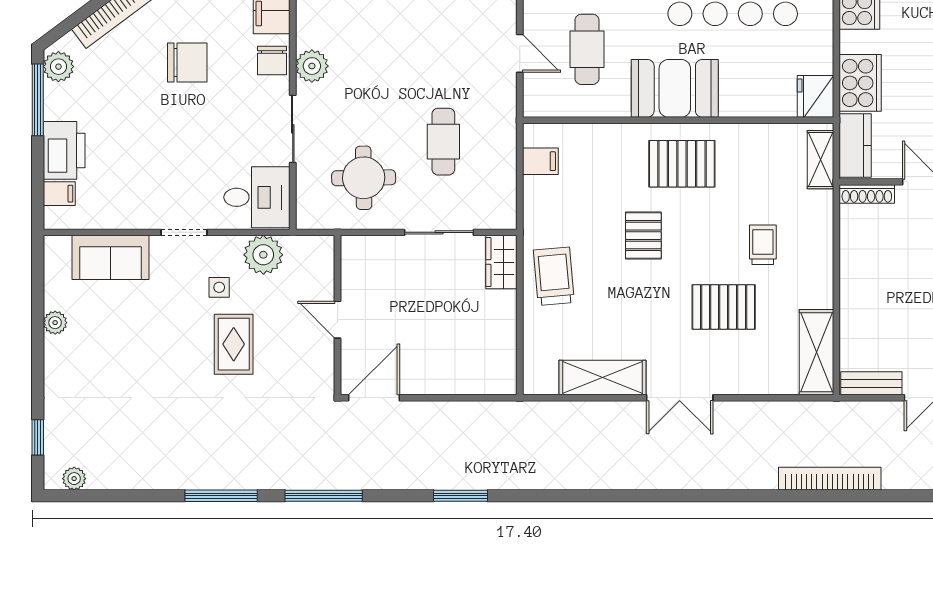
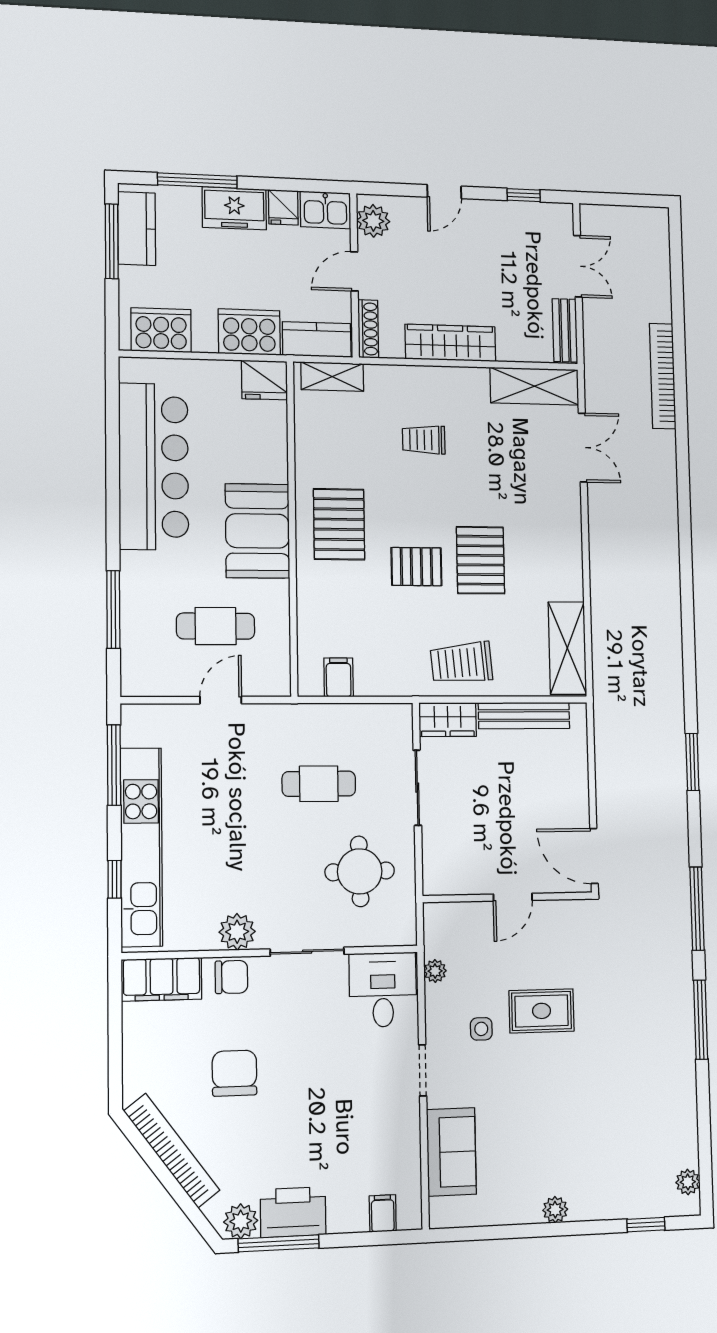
printer: (64, 150) -> (293, 1212), moved
plant: (263, 255) -> (435, 971), width x0.53, depth x0.53
wardrobe: (856, 272) -> (450, 343), added
pallet: (724, 307) -> (481, 560), moved
plant: (55, 323) -> (555, 1210), moved
bench: (505, 334) -> (524, 716), added
shelving: (602, 378) -> (567, 648), moved
double door: (680, 398) -> (583, 448), moved

